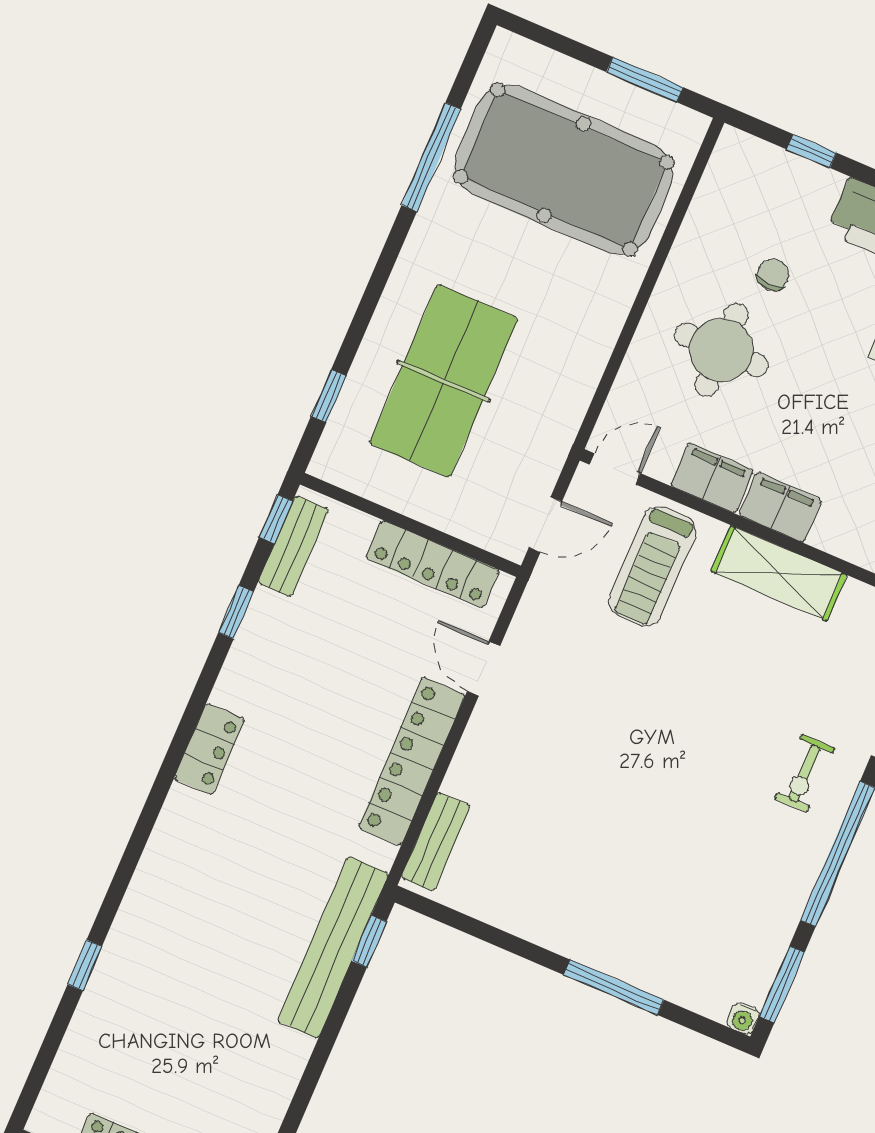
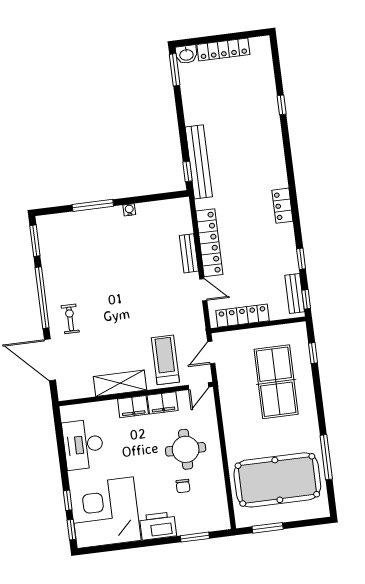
window: (811, 151) -> (195, 537), width x1.50
bench: (436, 842) -> (189, 253), moved
water cooler: (743, 1018) -> (129, 210), moved

